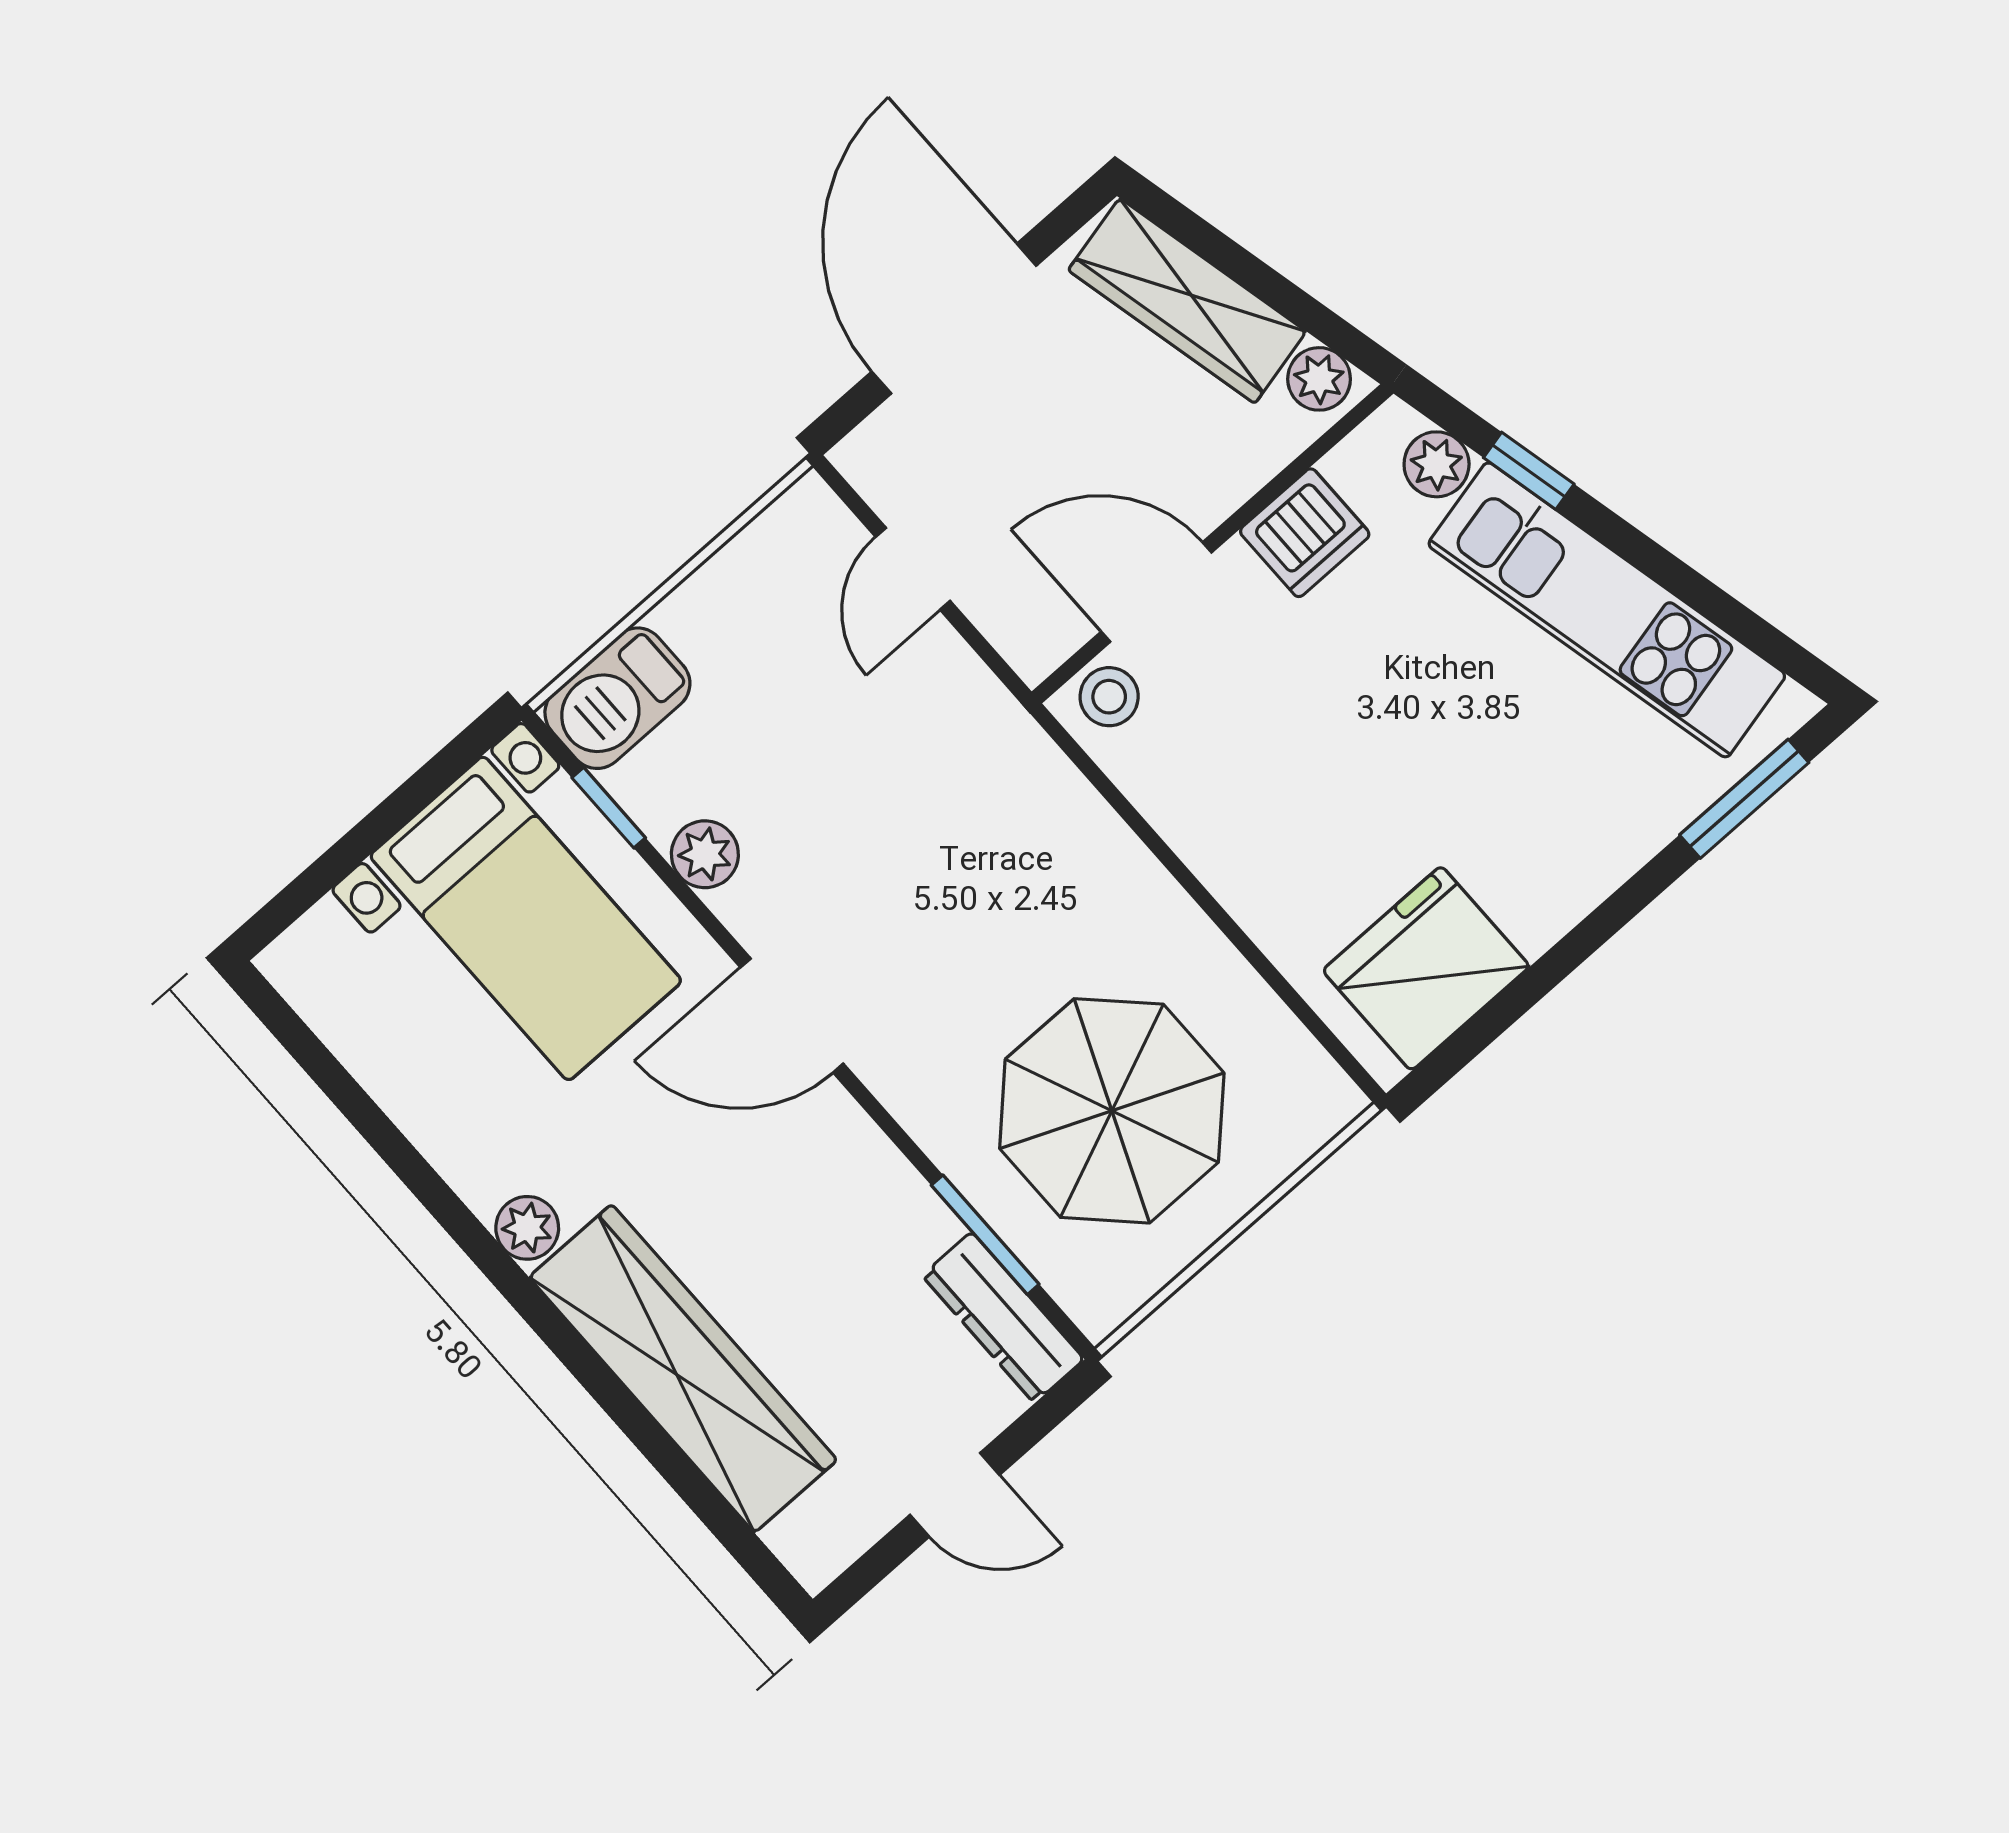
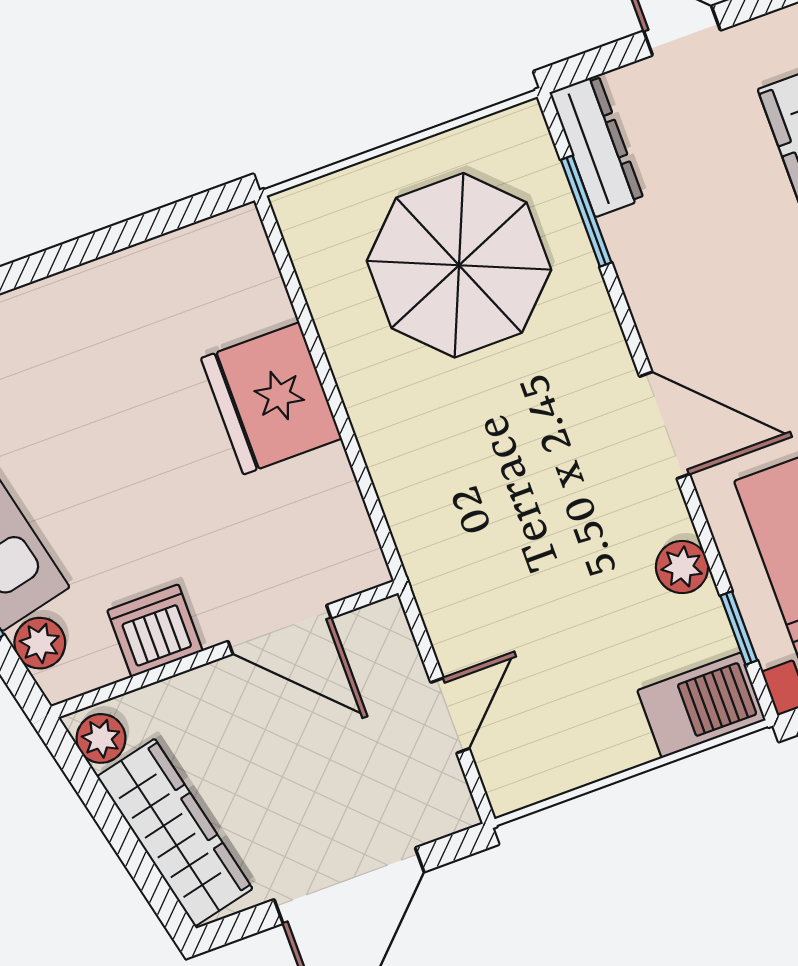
stool: (1109, 697) -> (344, 567), removed
fridge: (1426, 968) -> (271, 398), moved, turned 90

